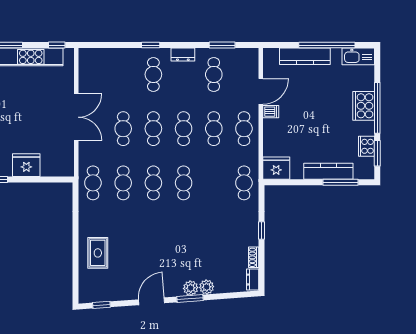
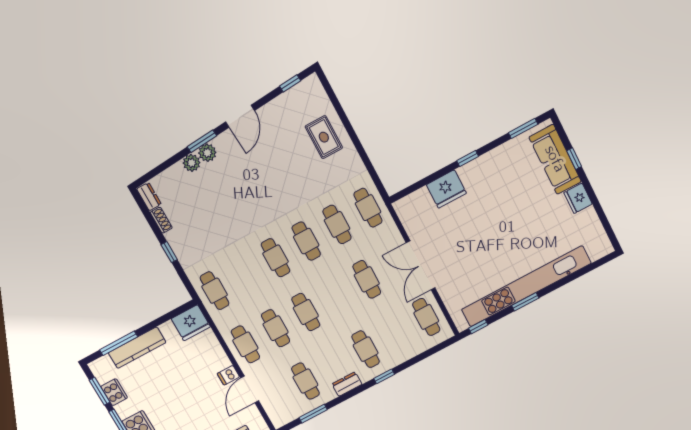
cafe table: (153, 129) -> (426, 317), moved

